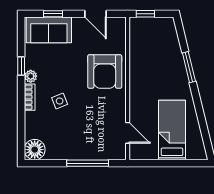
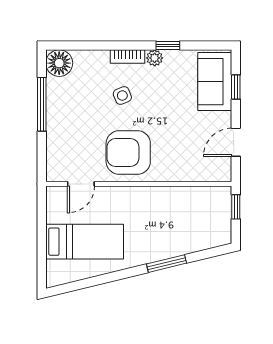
armchair: (105, 71) -> (128, 153), moved
window: (88, 163) -> (42, 104), moved

